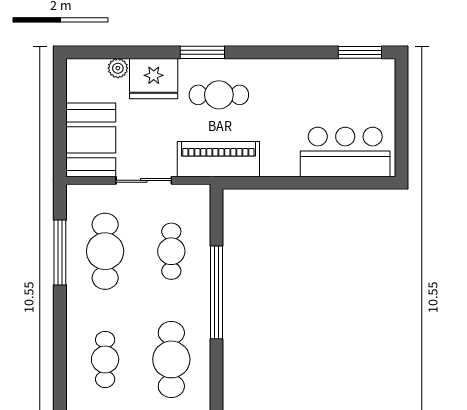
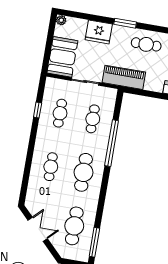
plant: (118, 68) -> (61, 20), moved
cafe table: (219, 95) -> (146, 44), moved
cafe table: (105, 251) -> (60, 113), width x0.73, depth x0.74
window: (60, 252) -> (38, 110), width x0.46

